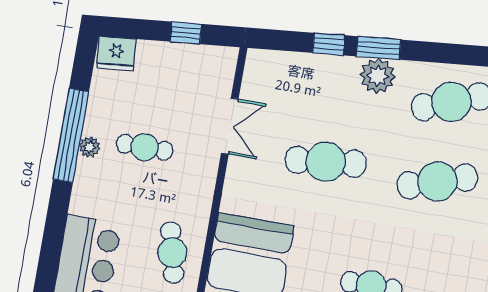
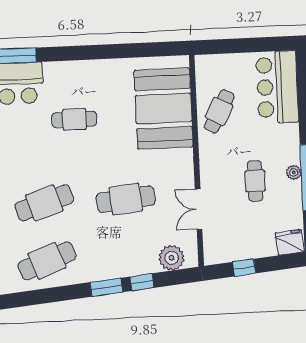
plant: (378, 76) -> (172, 258), moved
cafe table: (145, 147) -> (255, 181), turned 90
cafe table: (172, 253) -> (219, 111), turned 42

